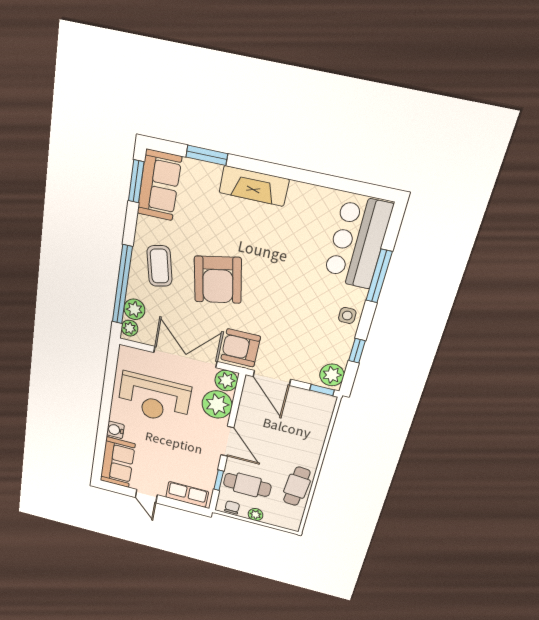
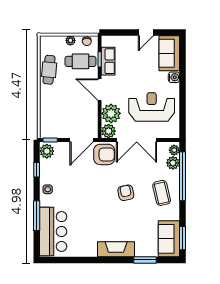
armchair: (218, 280) -> (126, 193), width x0.53, depth x0.53
door: (272, 378) -> (81, 140), swing flipped
row of seats: (187, 494) -> (108, 61), moved, turned -90
door: (146, 496) -> (146, 32), swing flipped

